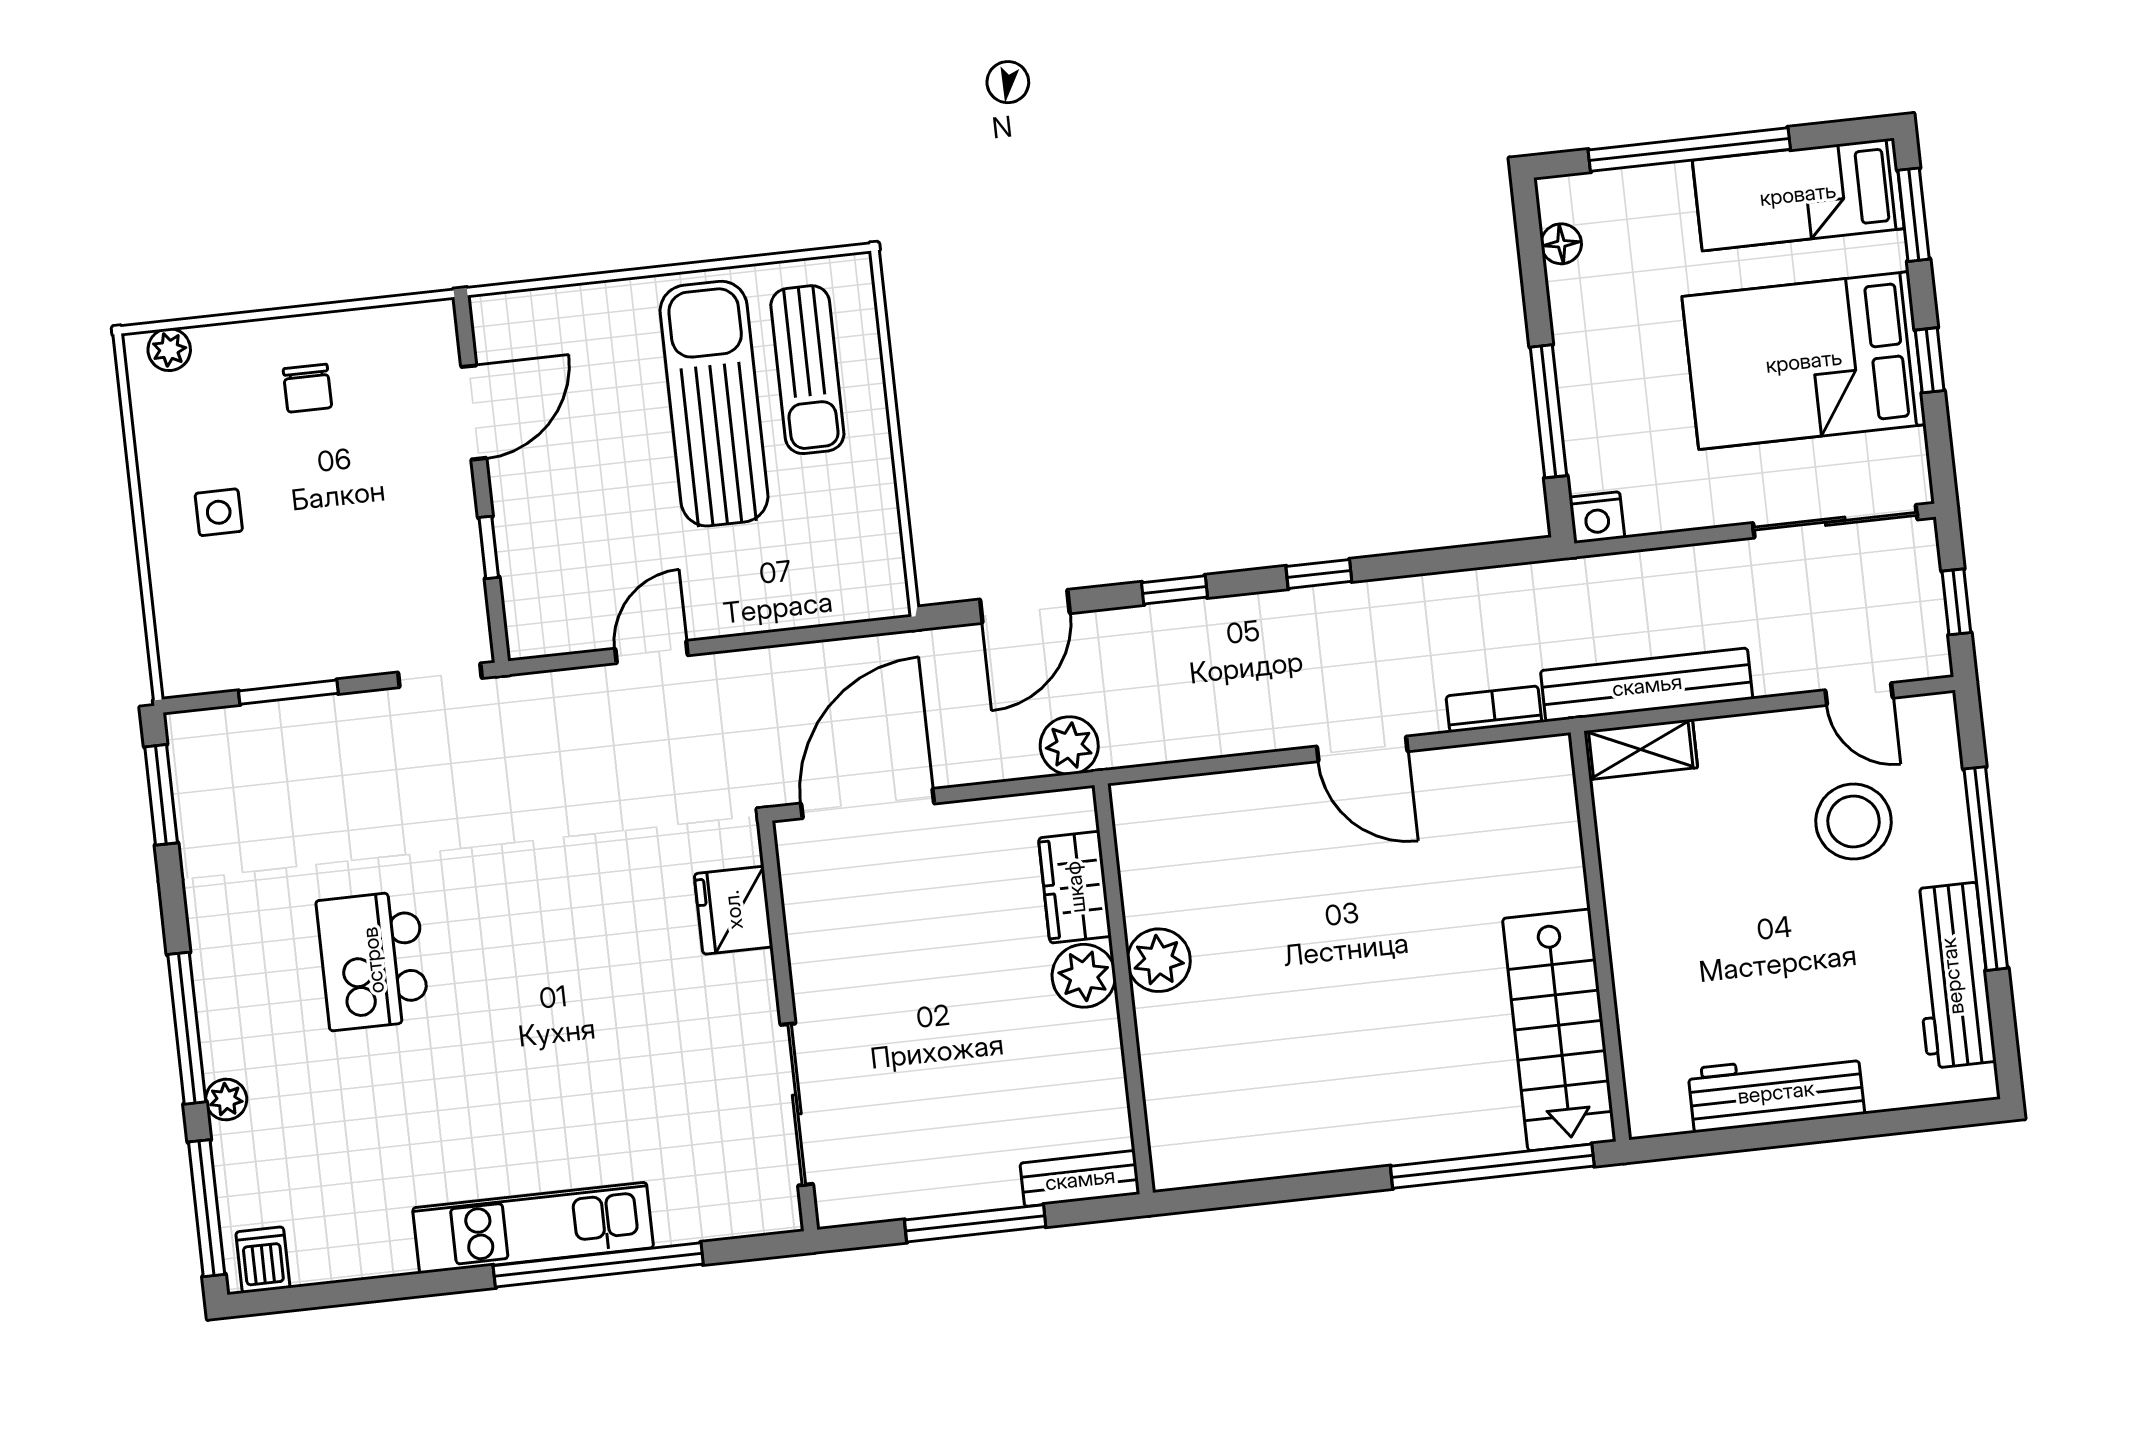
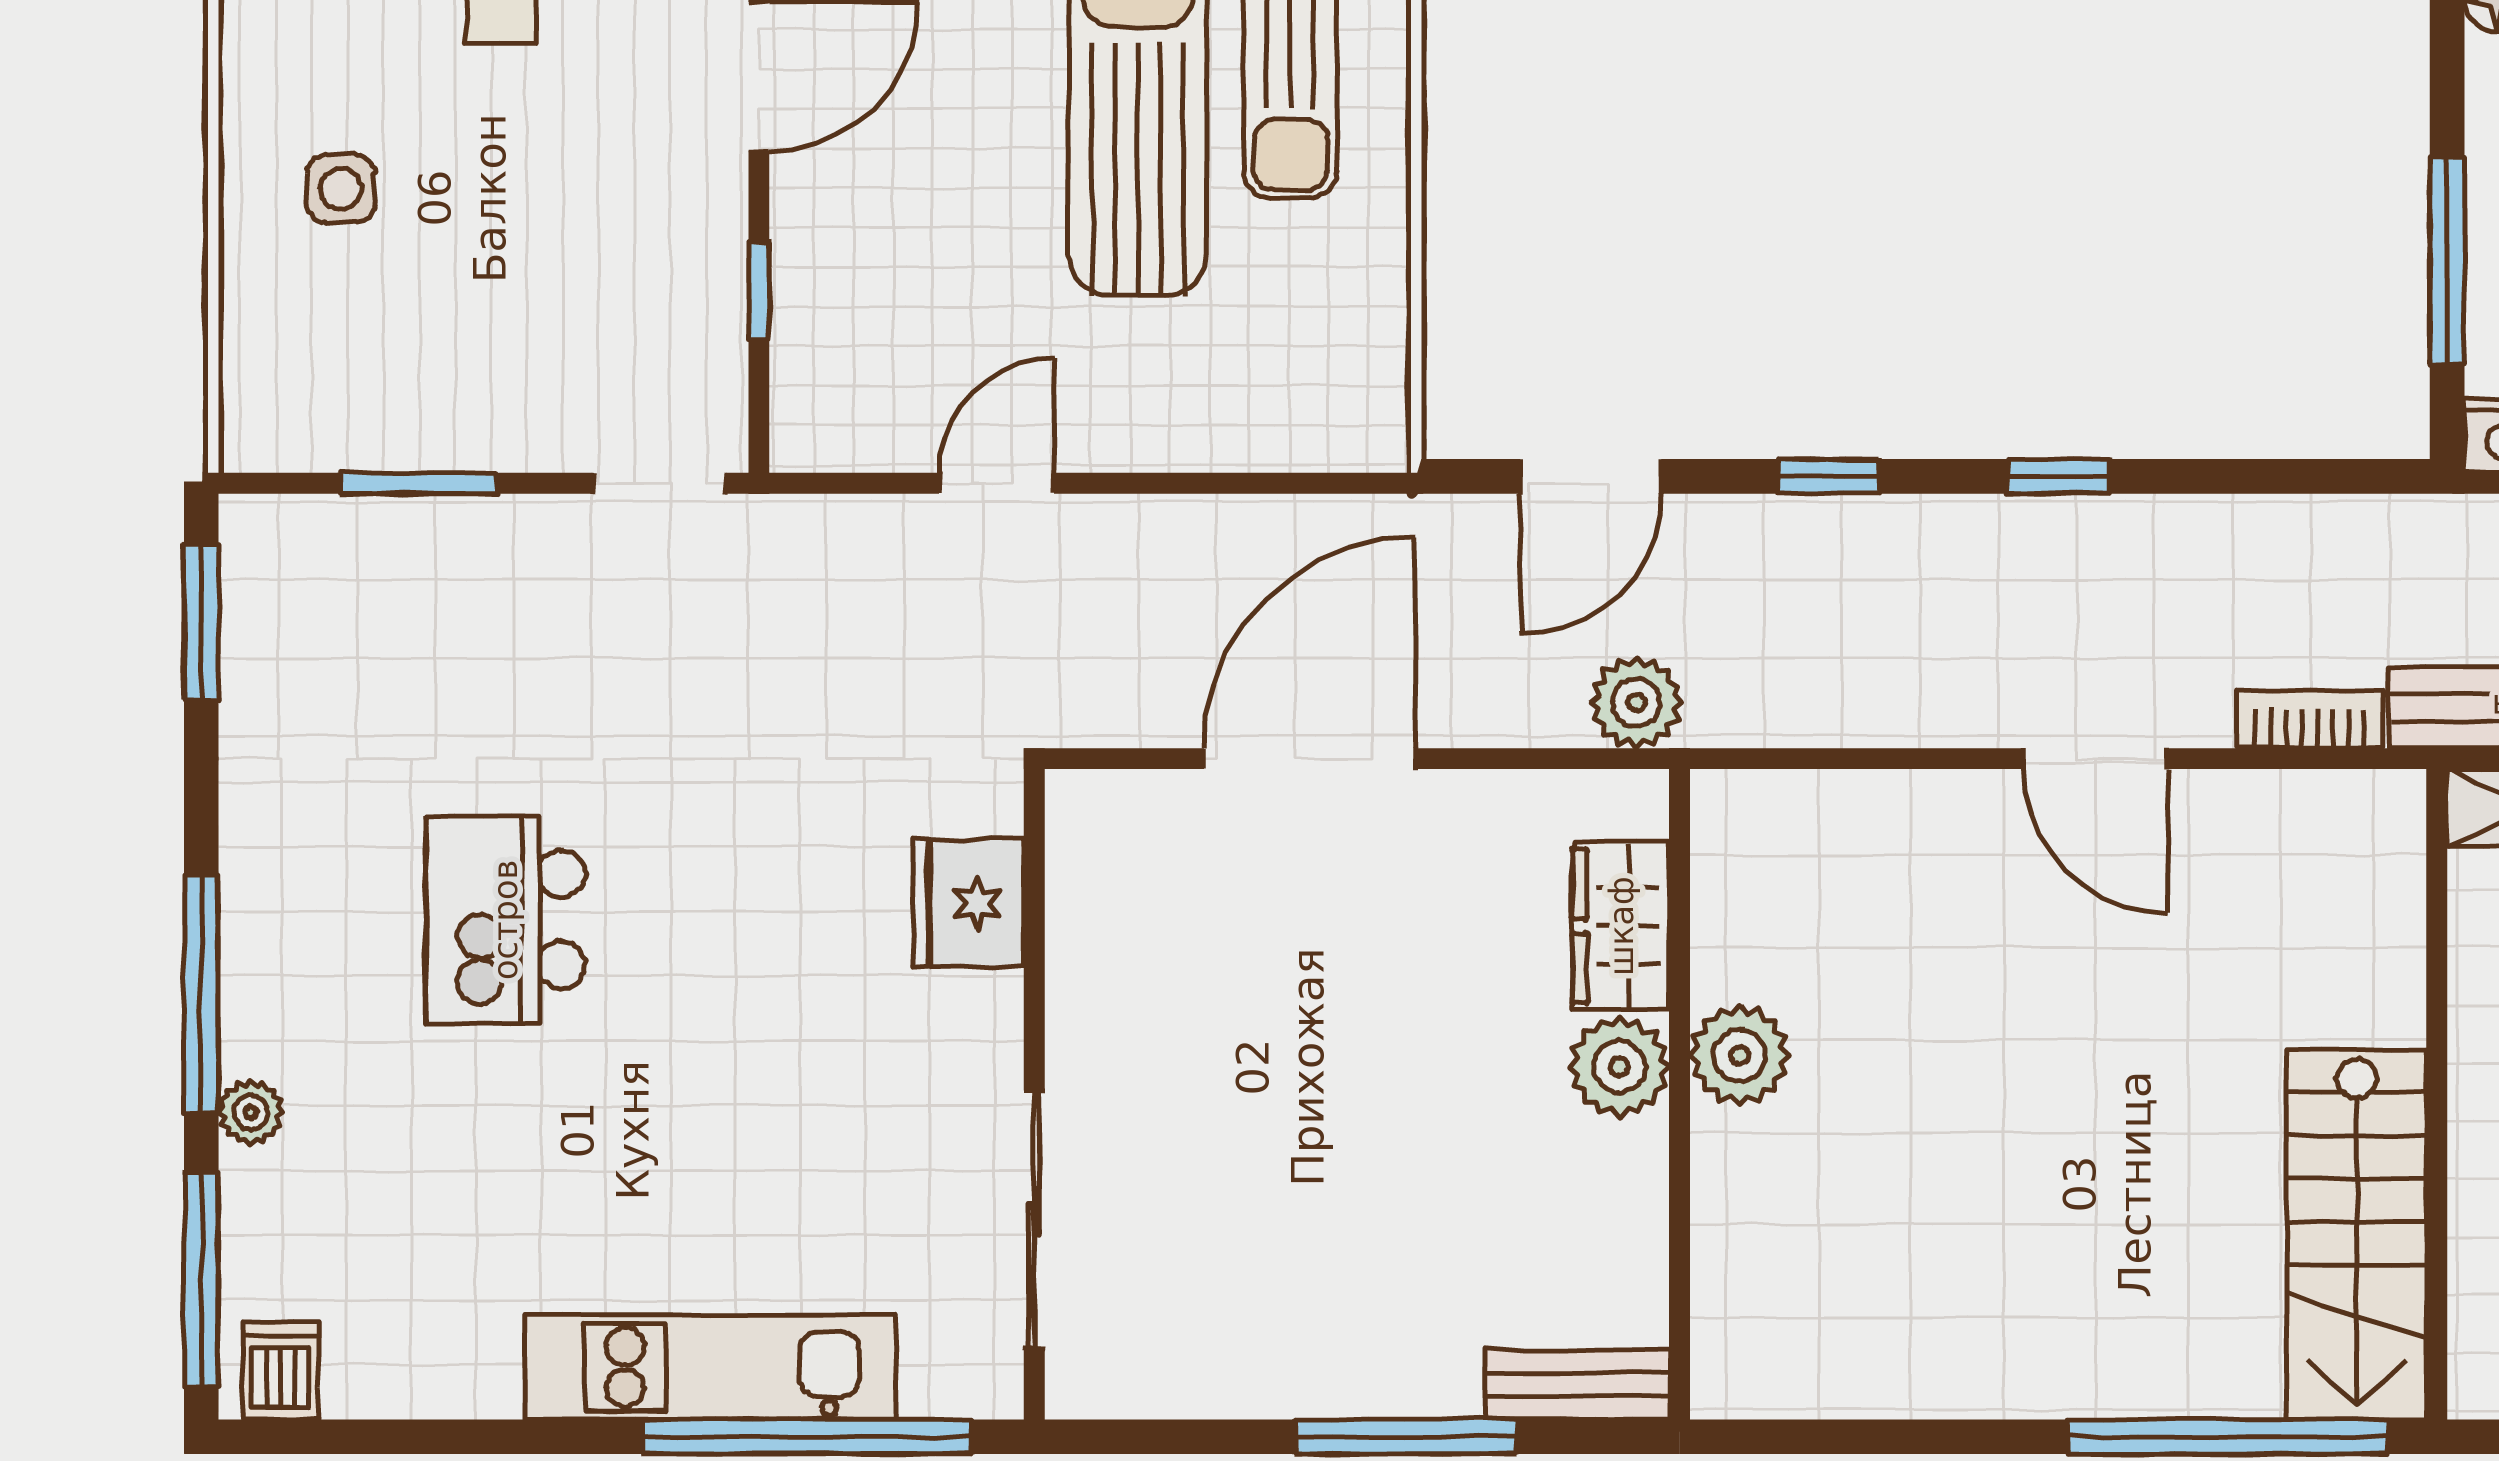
fridge: (733, 910) -> (968, 903), moved
wall: (788, 1026) -> (1034, 1094), moved
sliding door: (797, 1104) -> (1034, 1219), moved

